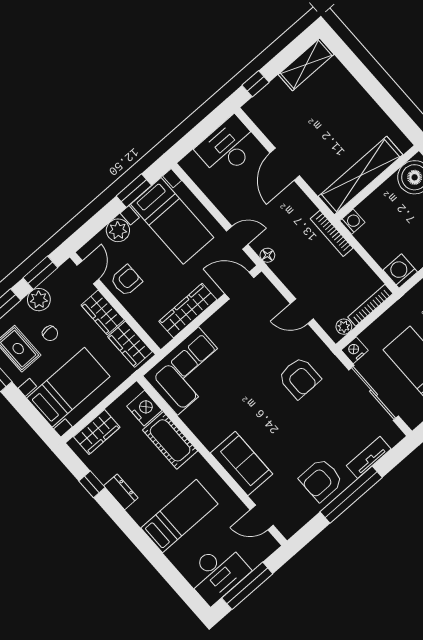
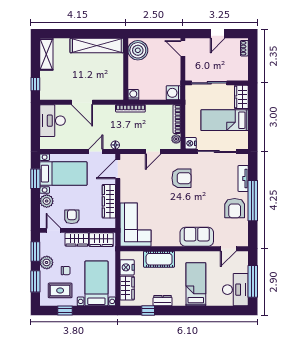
shelving: (360, 176) -> (97, 45), moved, turned 90
nightstand: (144, 408) -> (127, 267), moved, turned -90

